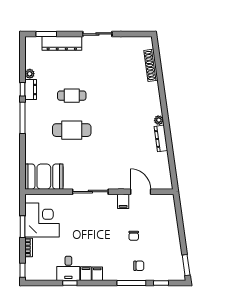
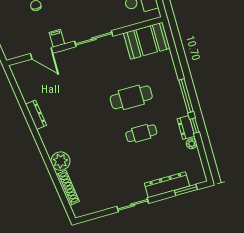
plant: (159, 120) -> (60, 161), moved, width x1.88, depth x1.88

